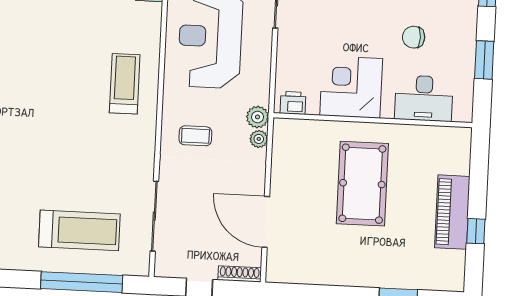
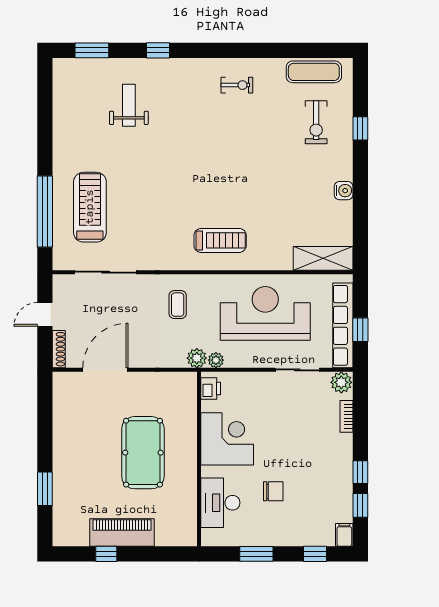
chair: (414, 37) -> (273, 491), turned 90
plant: (259, 139) -> (216, 360), moved
pool table: (362, 184) -> (143, 453), turned 90
treadmill: (79, 230) -> (90, 207), turned 180

